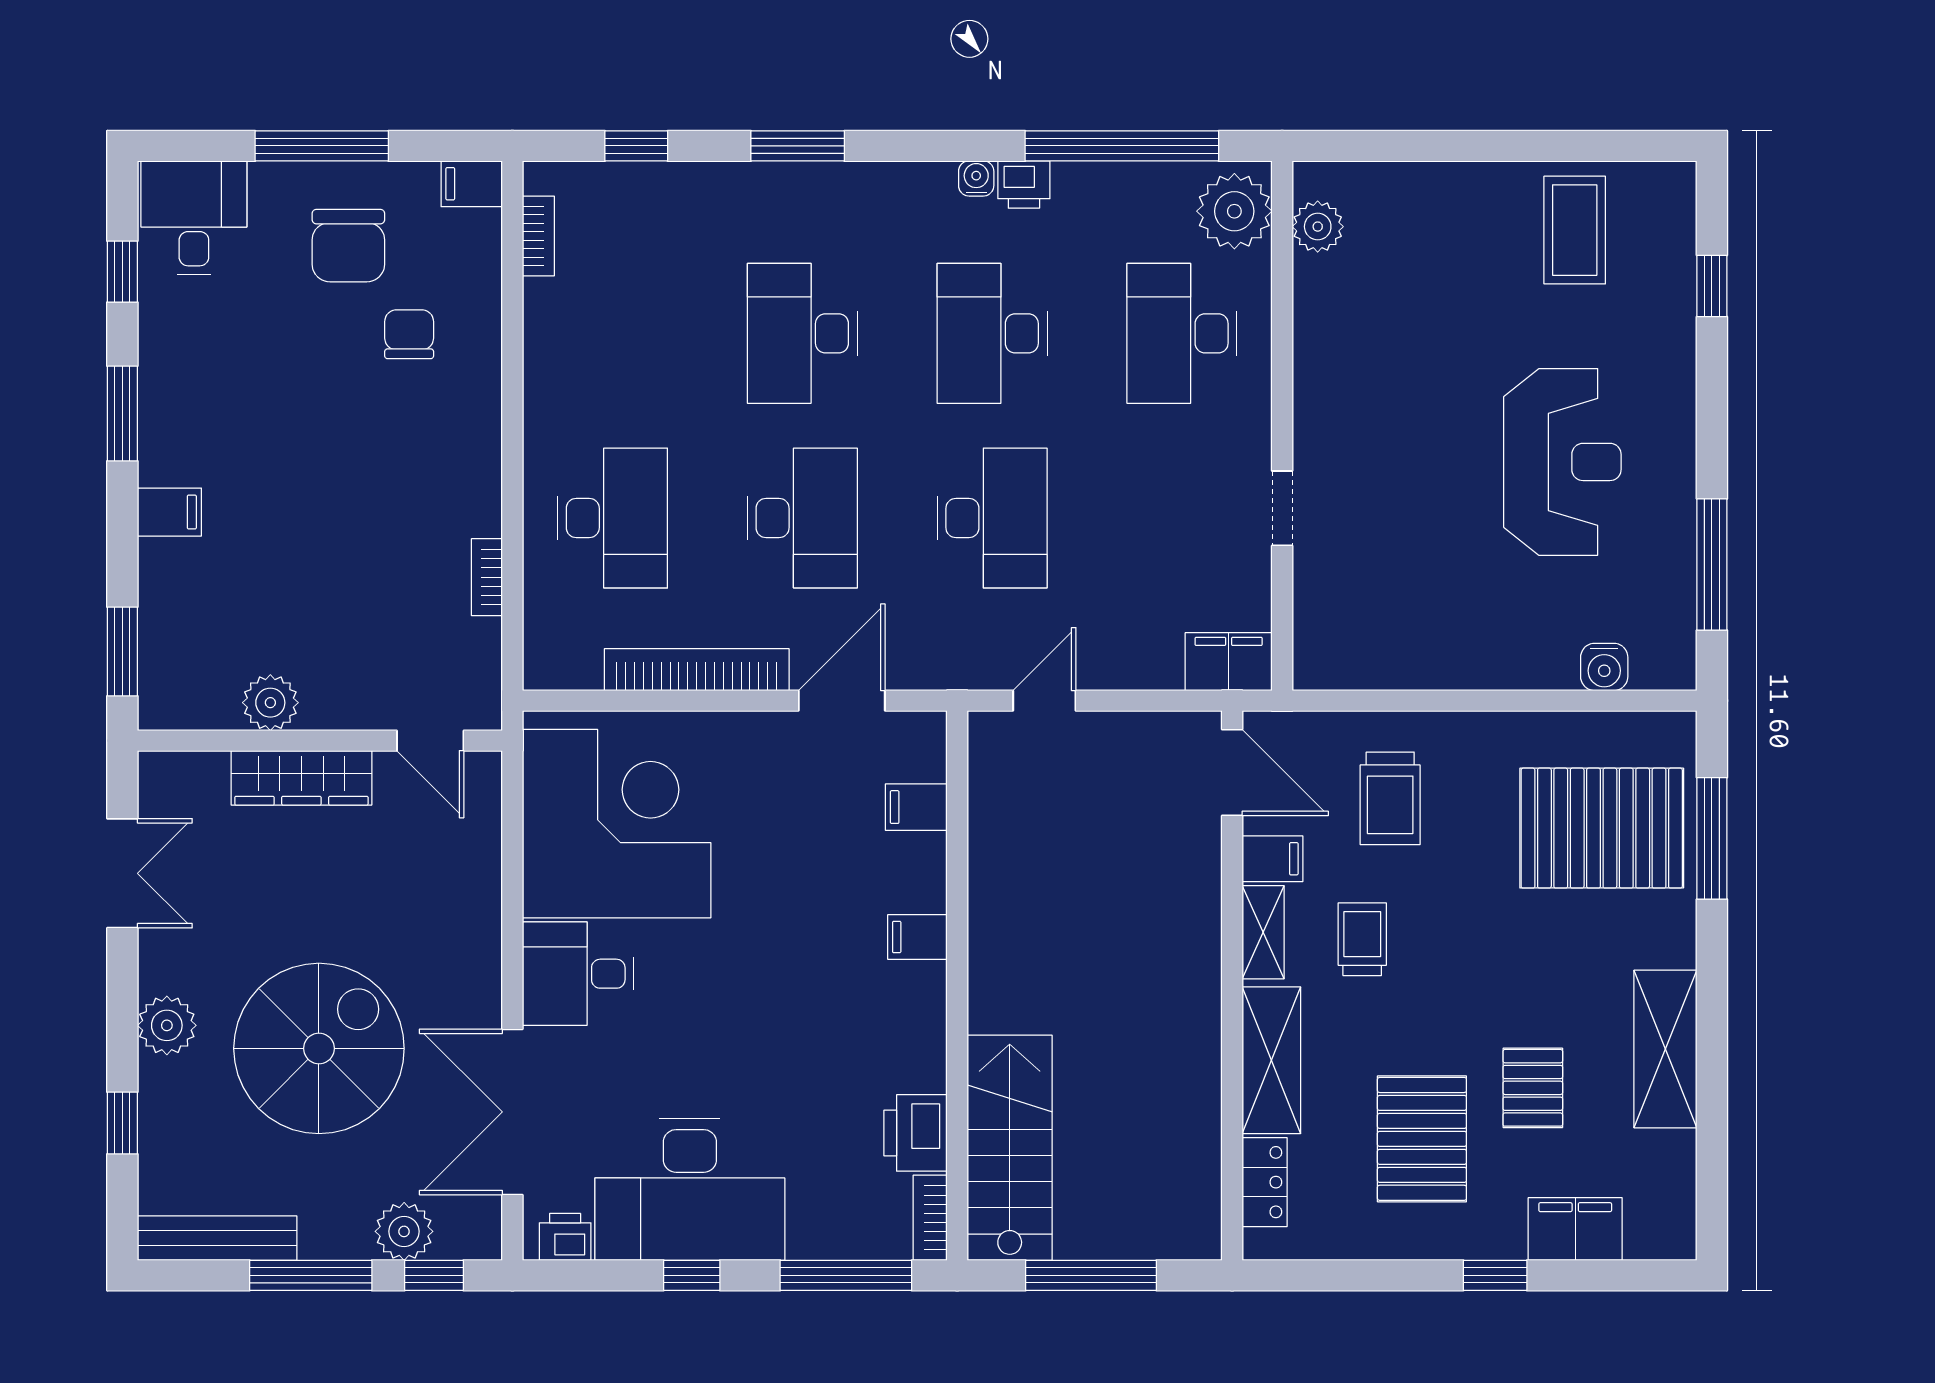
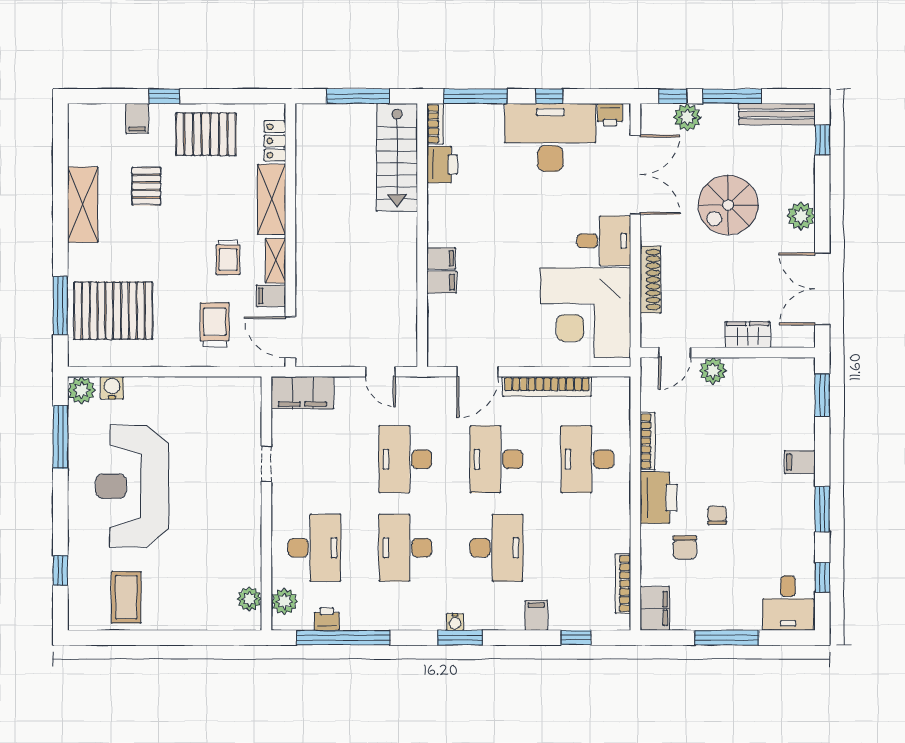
window: (798, 146) -> (460, 638), moved
water cooler: (976, 178) -> (455, 622), moved
filing cabinet: (472, 184) -> (655, 608), width x2.00
printer: (1024, 184) -> (327, 619), moved
filing cabinet: (719, 192) -> (536, 615), added
plant: (1234, 211) -> (284, 601), width x0.73, depth x0.73
bookcase: (538, 236) -> (623, 584), width x1.56
chair: (348, 246) -> (717, 515), moved, width x0.54, depth x0.54
desk: (992, 333) -> (405, 548), turned 180
printer: (464, 438) -> (659, 498), added
reception desk: (1562, 462) -> (132, 486), width x1.36, depth x1.30
bookcase: (487, 577) -> (648, 441), width x1.56
filing cabinet: (1229, 662) -> (302, 393), width x1.50, depth x1.17
plant: (1668, 662) -> (81, 390), added
door: (1044, 701) -> (380, 372), hinge flipped
plant: (270, 703) -> (713, 371), moved
door: (430, 741) -> (675, 353), swing flipped
wardrobe: (301, 778) -> (748, 335), width x0.67
filing cabinet: (916, 807) -> (442, 282), moved
double door: (122, 873) -> (822, 289), width x1.37
shoe rack: (481, 893) -> (651, 279), added
spiral stairs: (319, 1048) -> (728, 205), width x0.73, depth x0.73
window: (122, 1123) -> (822, 140), moved
pallet: (1422, 1139) -> (206, 134), moved, turned 90
filing cabinet: (1575, 1229) -> (137, 118), width x0.50

